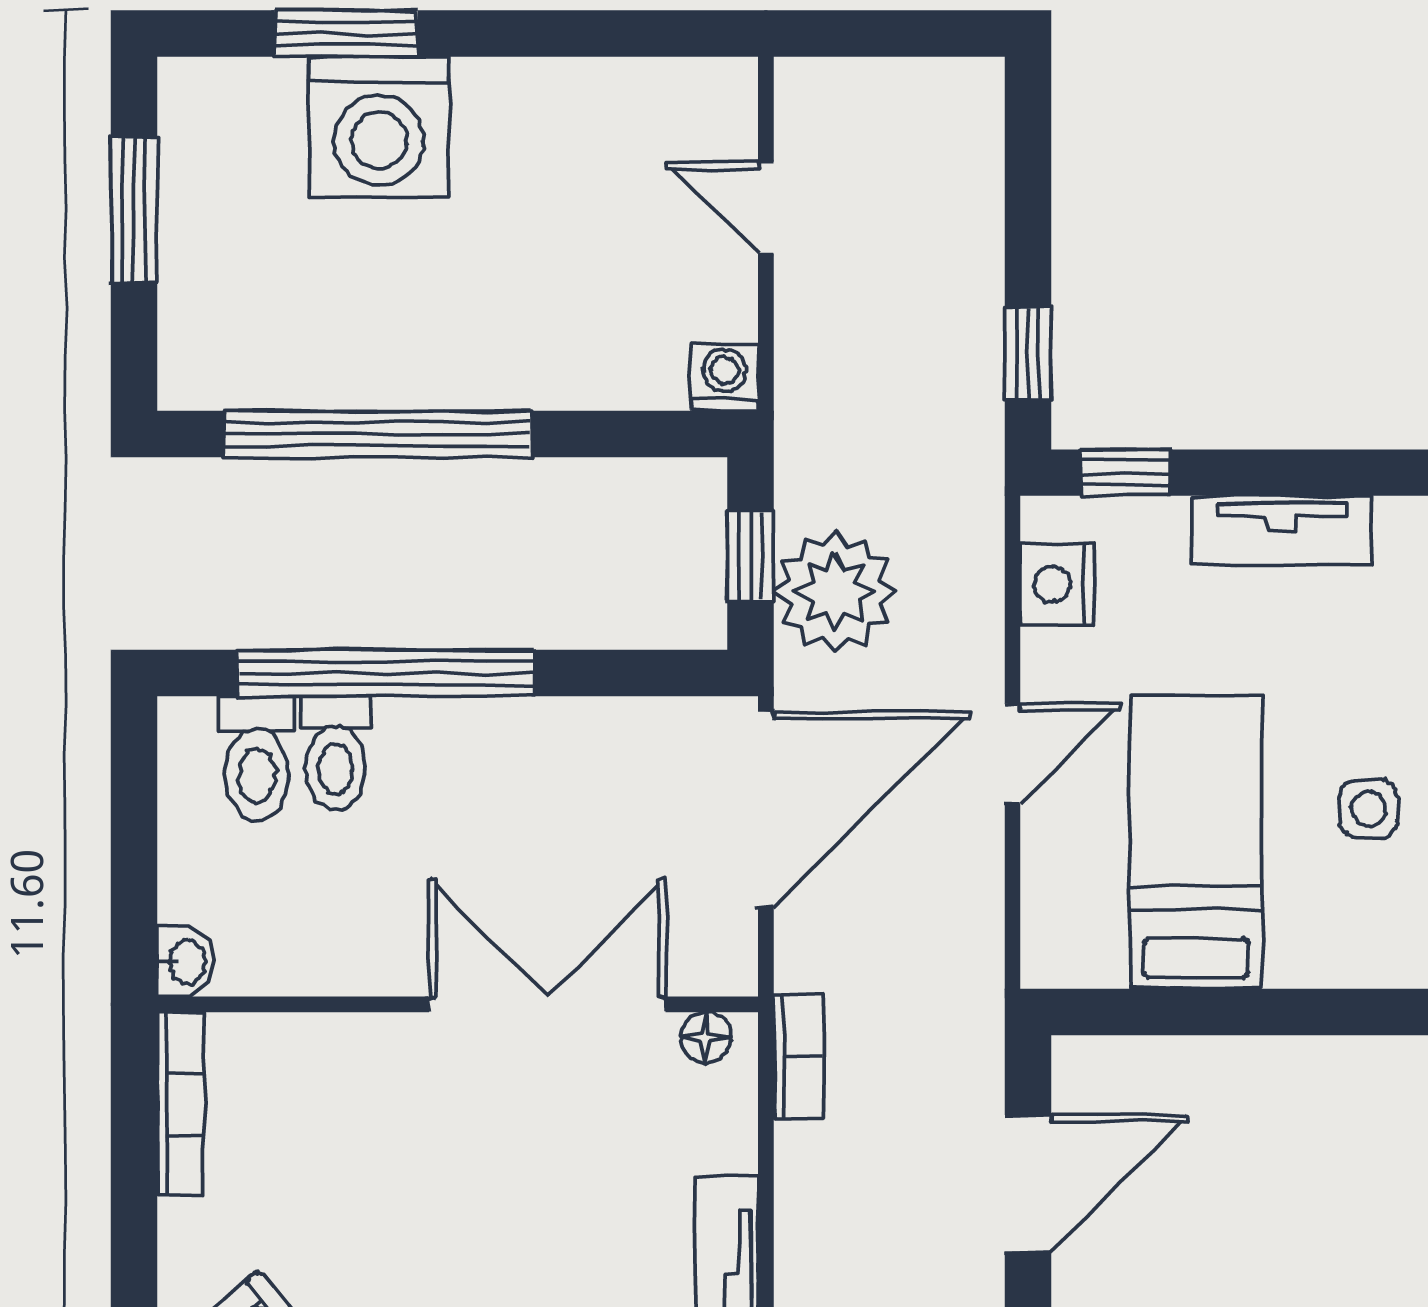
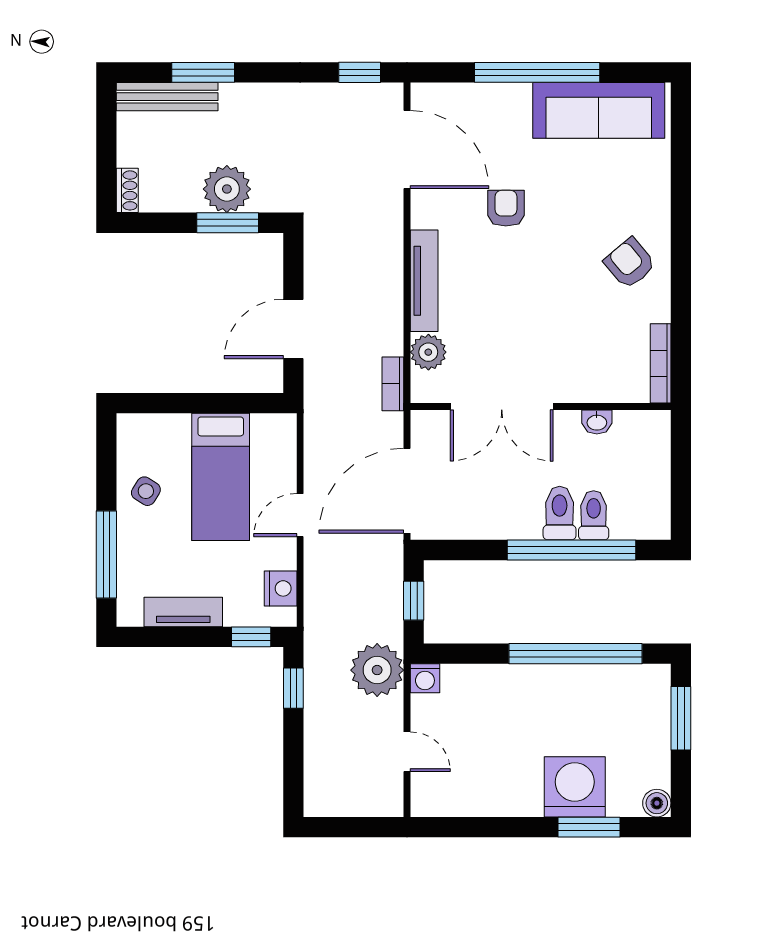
boiler: (190, 89) -> (657, 803), added
window: (134, 210) -> (681, 718), moved
plant: (835, 592) -> (377, 670), moved
toilet: (257, 758) -> (560, 513), moved
side table: (1368, 809) -> (146, 491), turned 32
washbasin: (185, 962) -> (597, 422), moved, turned -90
floor lamp: (706, 1037) -> (433, 392), removed
plant: (717, 1130) -> (428, 352), added

